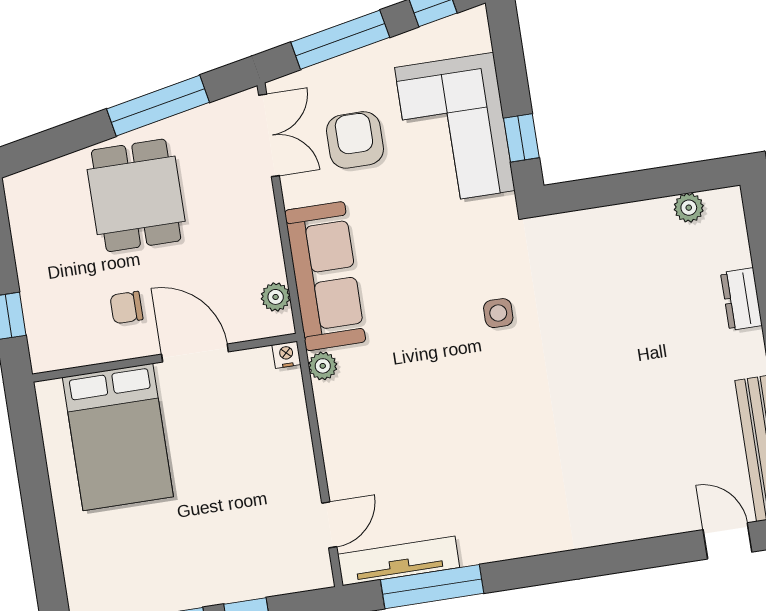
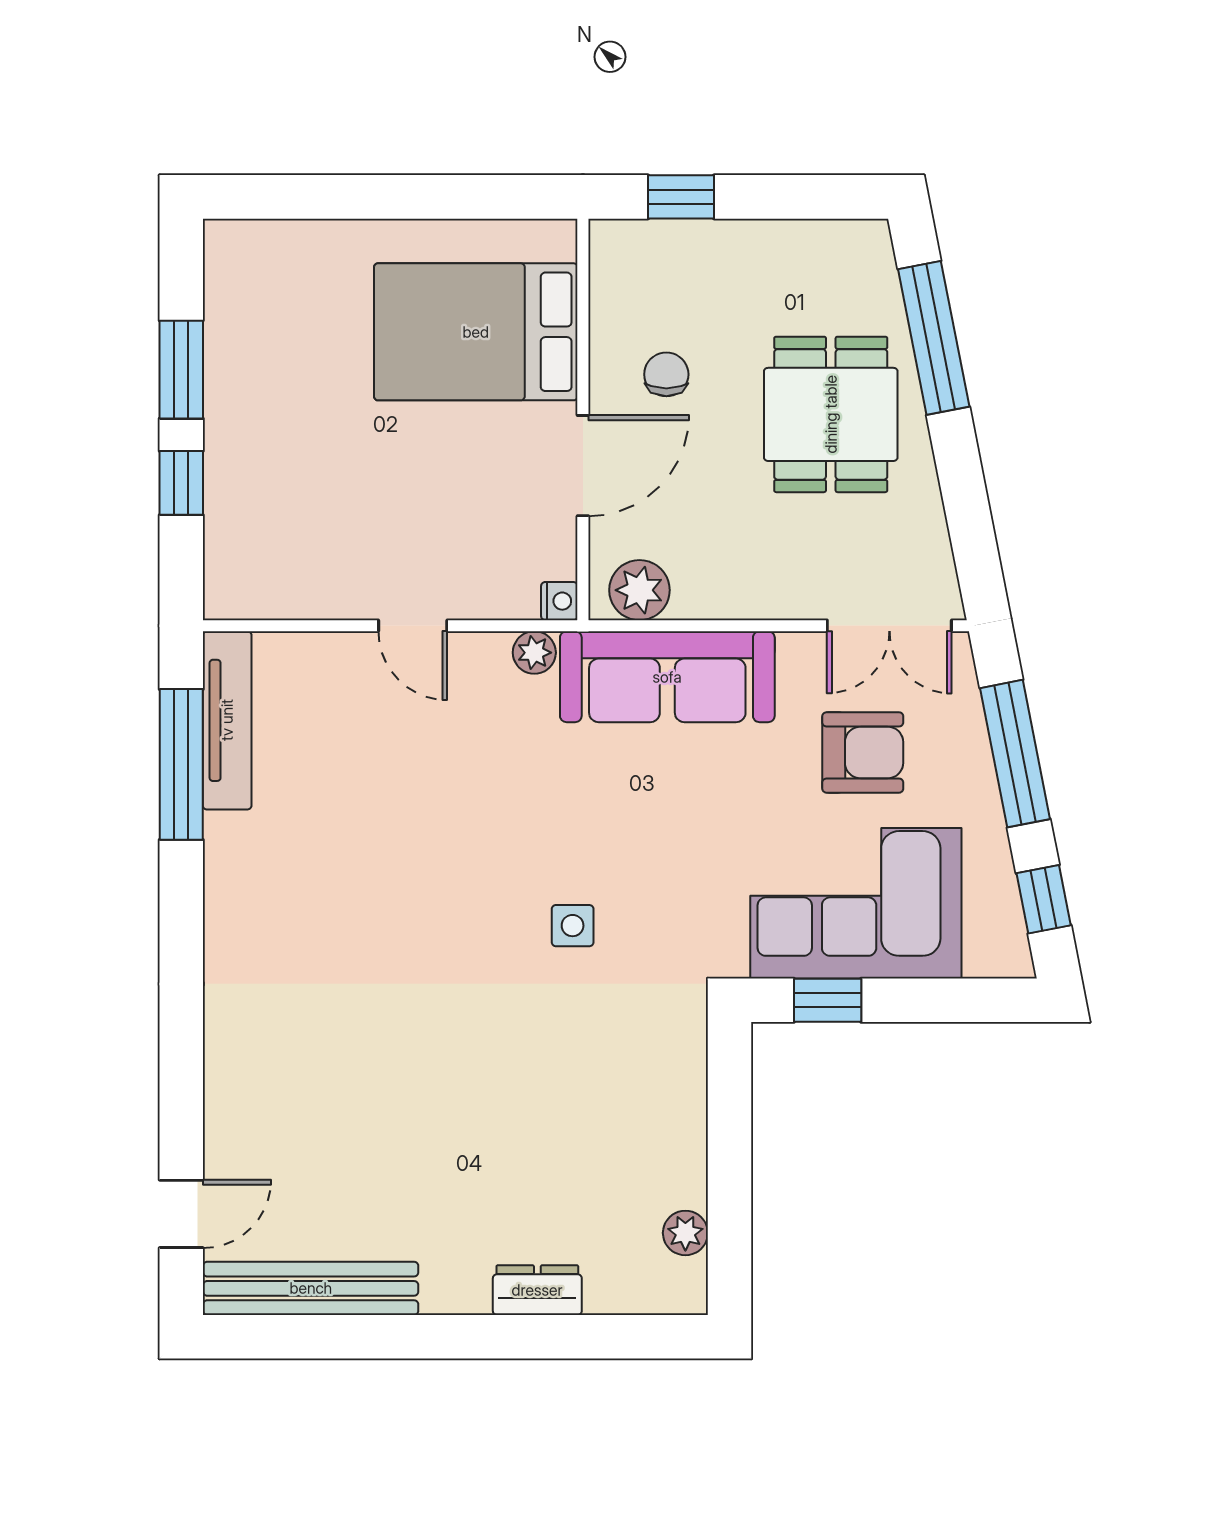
window: (158, 106) -> (934, 338), moved
dining table: (136, 195) -> (831, 414), turned 90
plant: (276, 297) -> (639, 590), width x1.38, depth x1.38
door: (329, 525) -> (413, 626), moved

